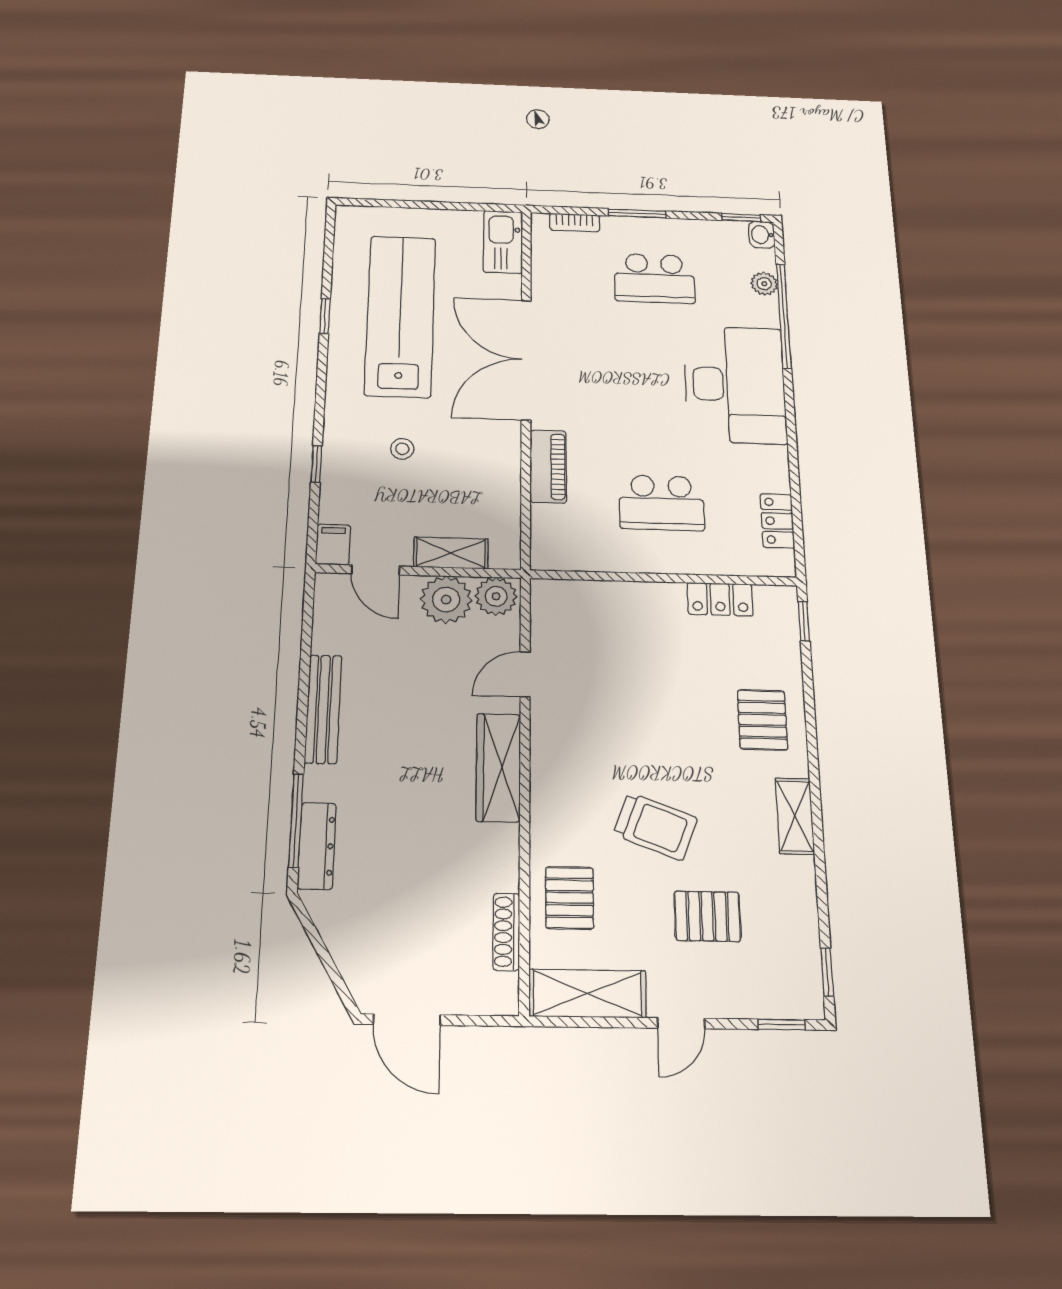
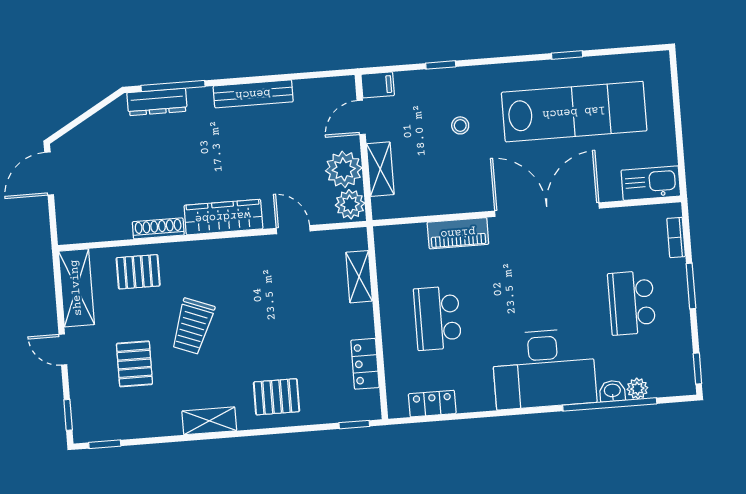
washbasin: (762, 235) -> (612, 391), moved
shelving: (598, 595) -> (359, 277), added
shoe rack: (506, 932) -> (158, 228), moved

